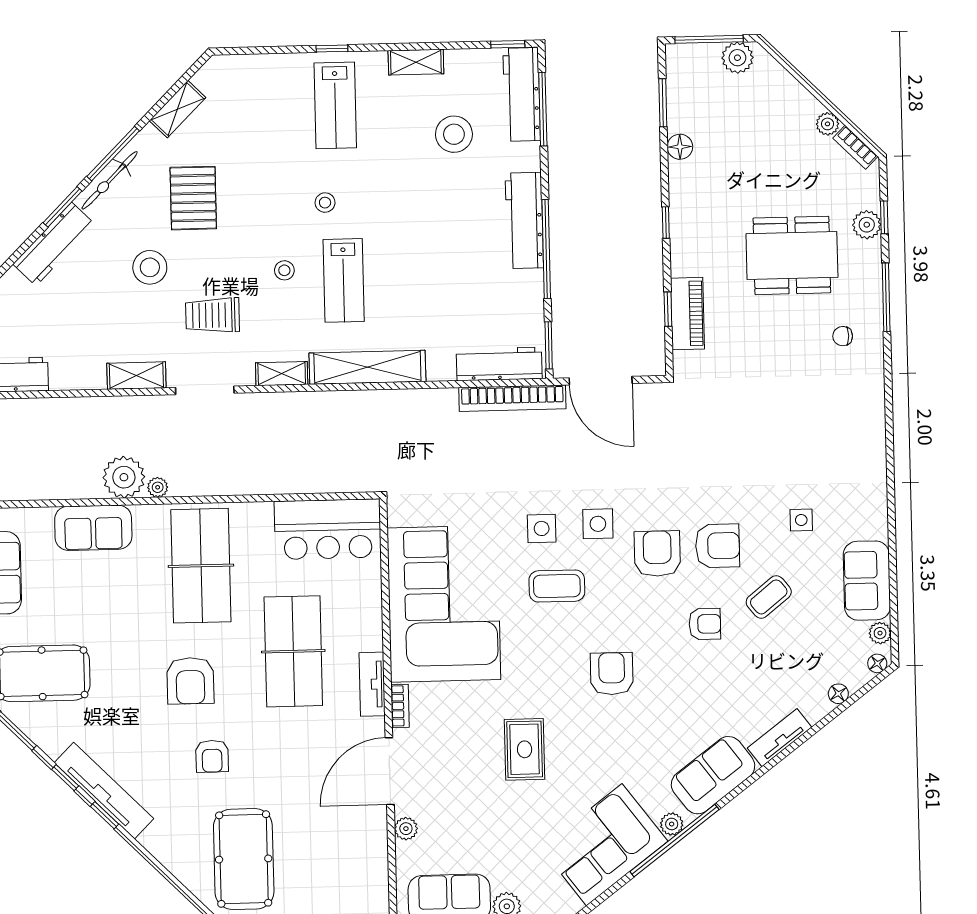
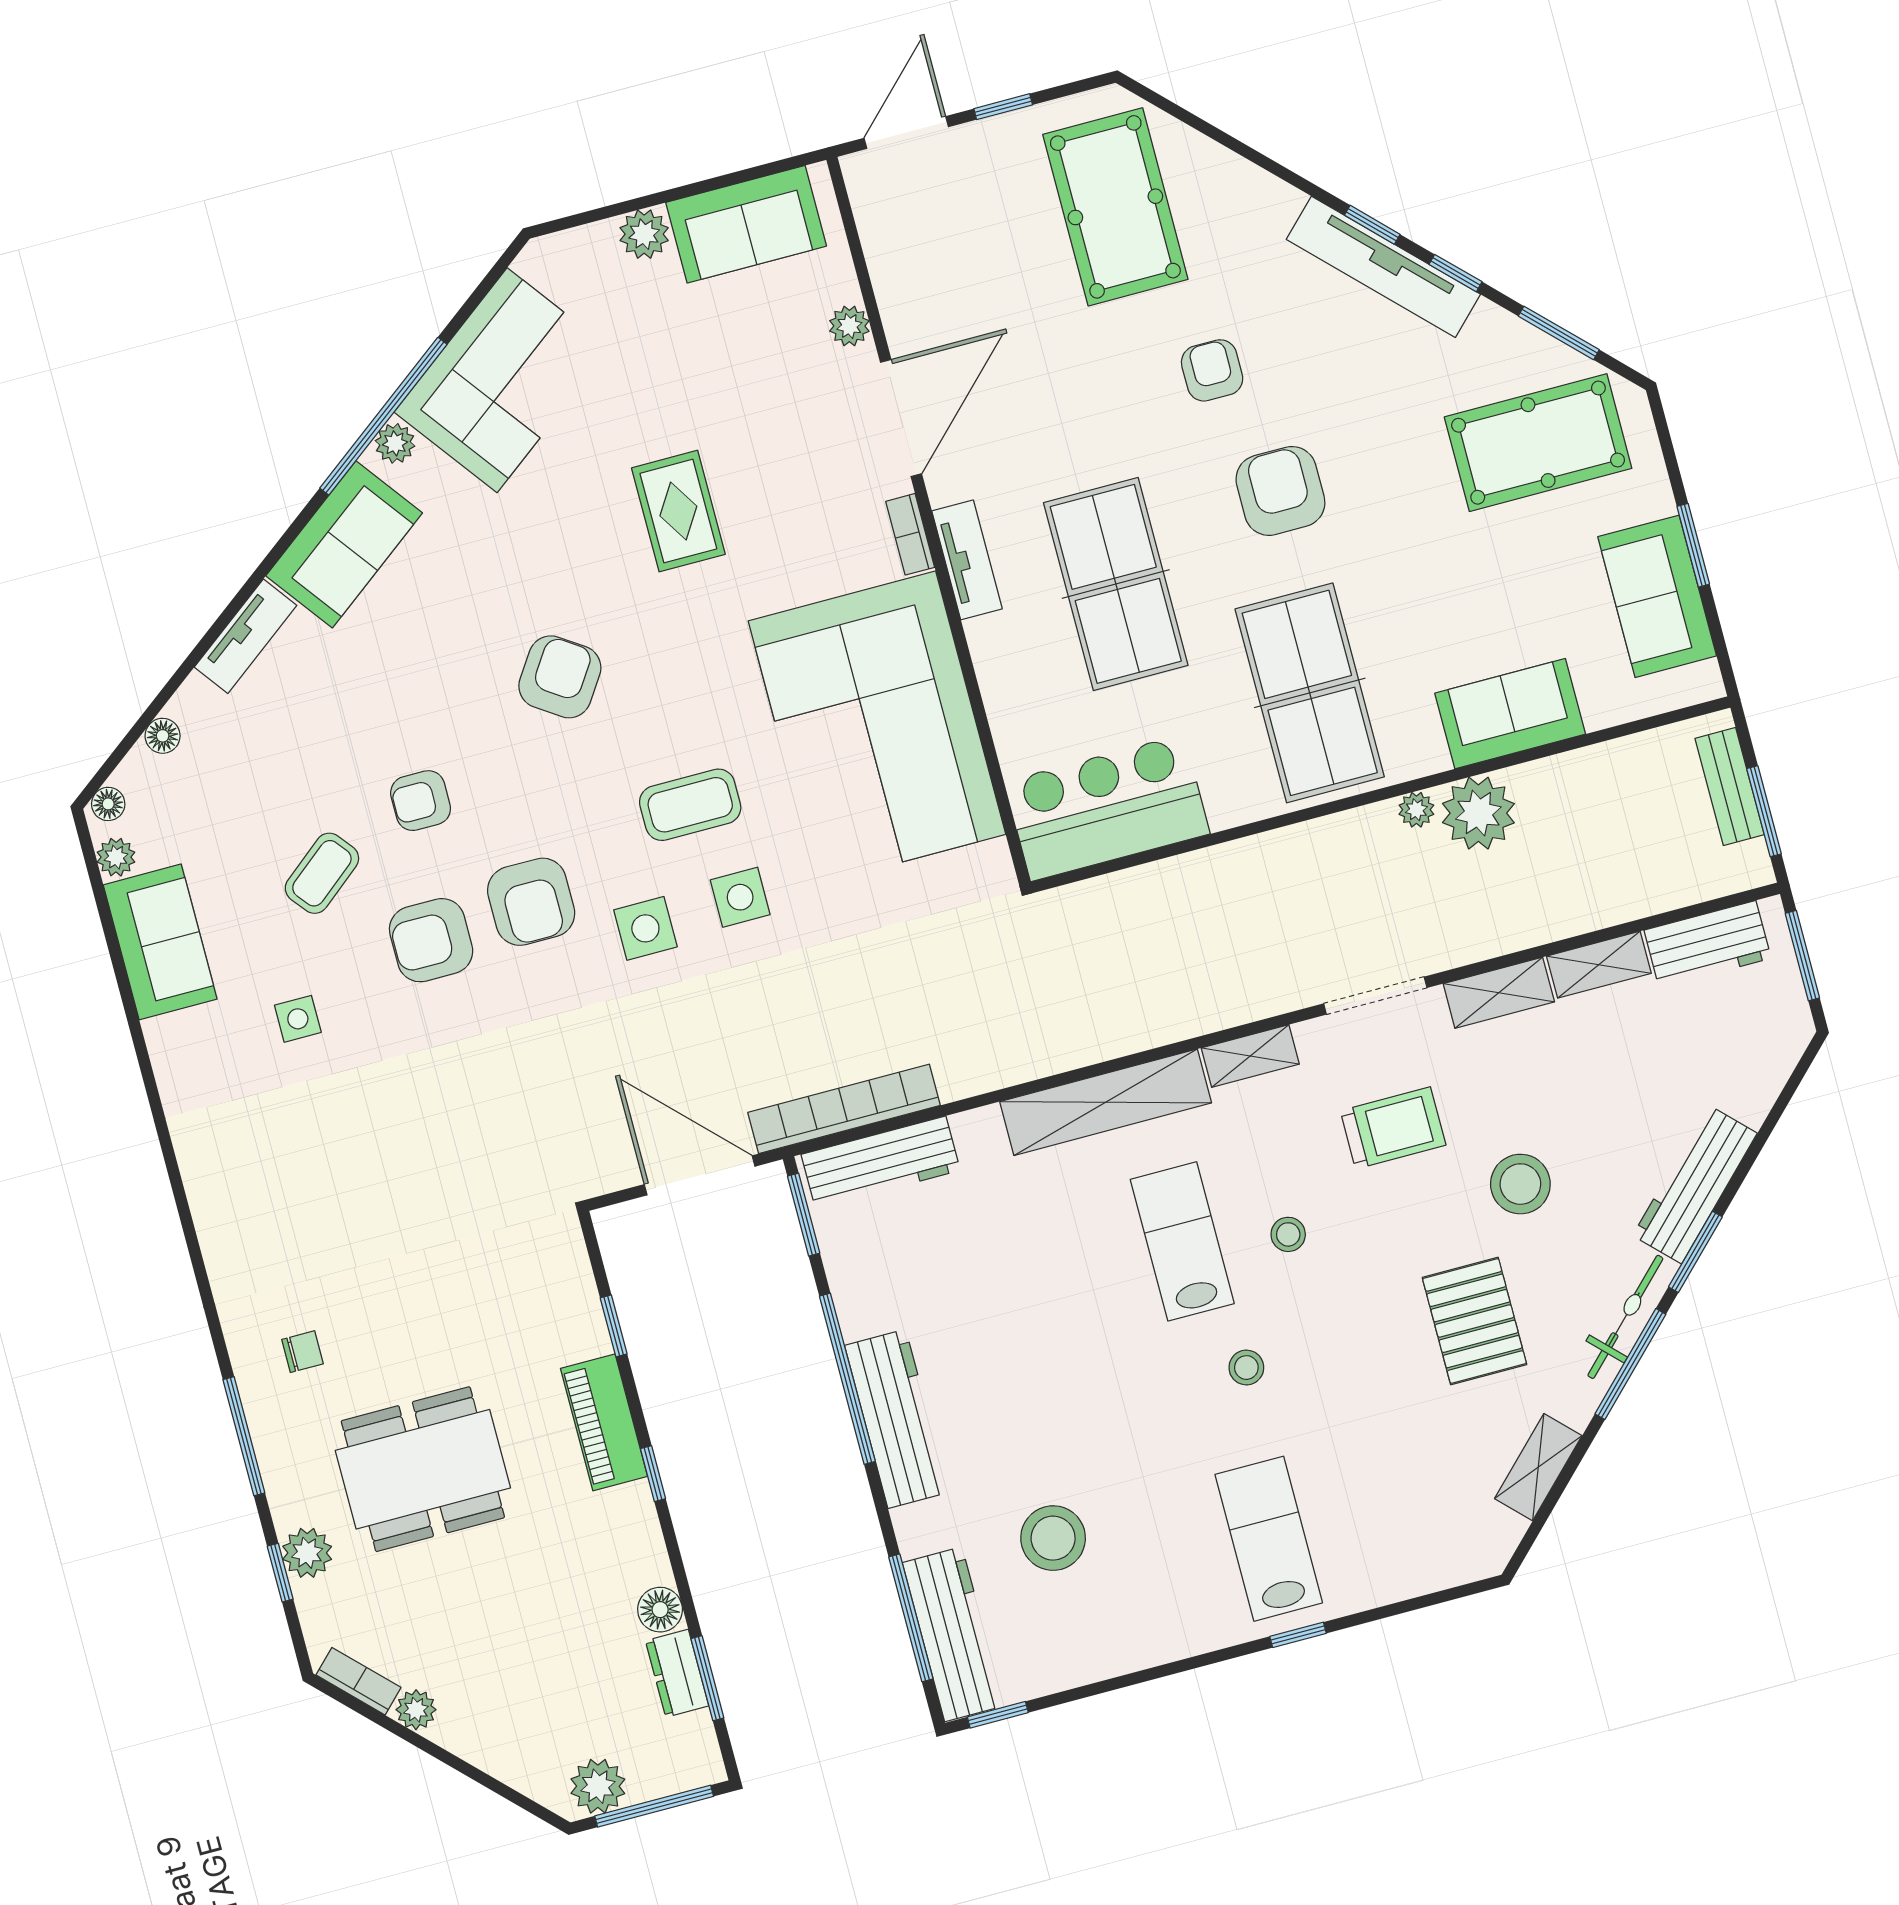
shelving: (416, 62) -> (1599, 965), moved
dresser: (679, 109) -> (677, 1673), added
piano: (687, 314) -> (604, 1422), moved
armchair: (612, 674) -> (560, 677), turned -146

